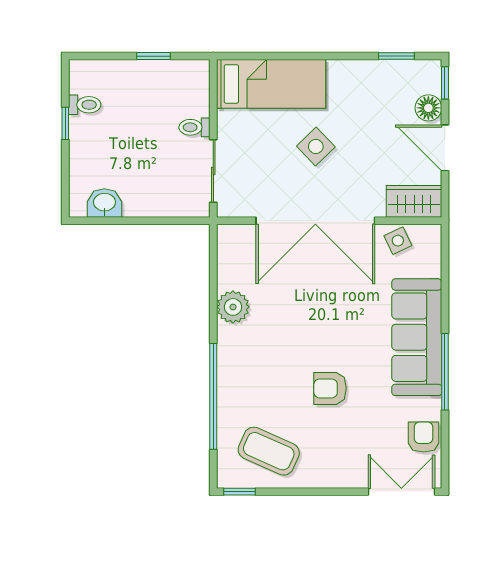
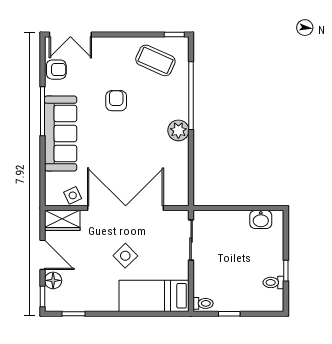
toilet: (194, 127) -> (203, 303), moved
plant: (233, 307) -> (178, 130), moved
armchair: (330, 388) -> (116, 101), turned -90
armchair: (424, 437) -> (56, 70), turned -90

